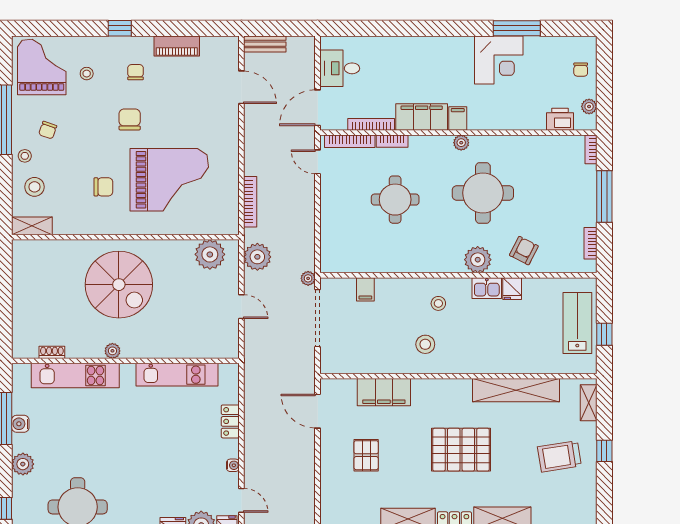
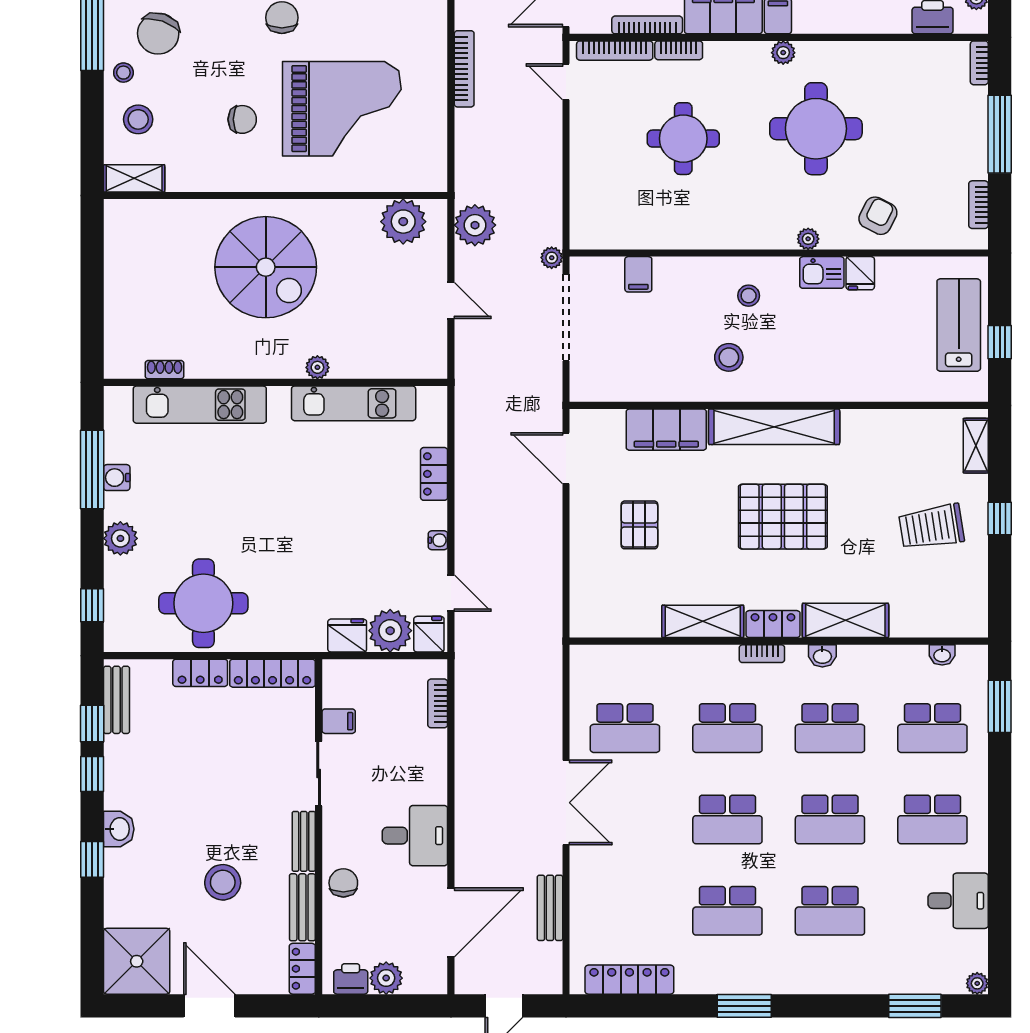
chair: (48, 130) -> (158, 34), width x1.87, depth x1.87
bookcase: (250, 202) -> (464, 69), moved
plant: (478, 260) -> (808, 239), width x0.53, depth x0.53
plant: (112, 351) -> (317, 367), moved
shelving: (516, 390) -> (774, 427), moved

